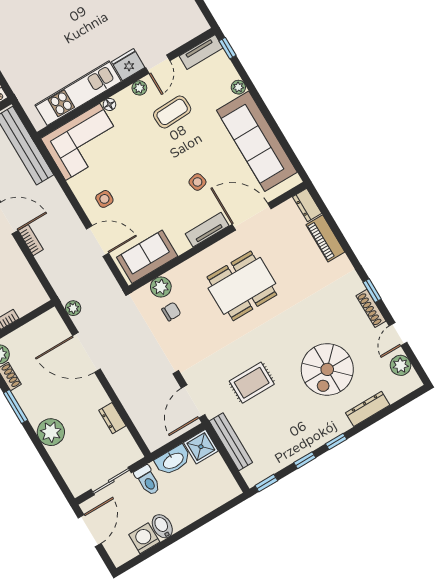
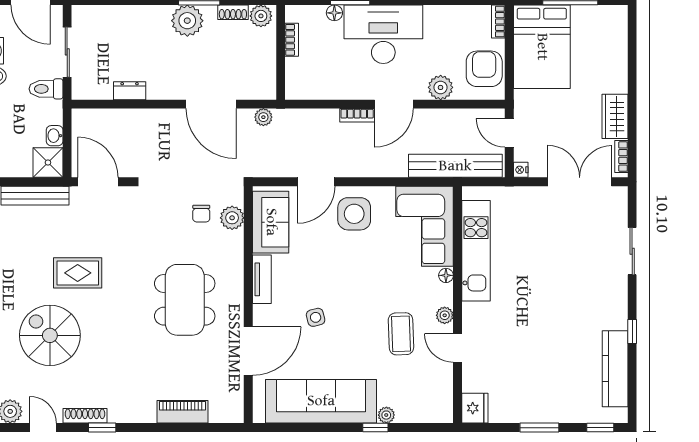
window: (228, 48) -> (375, 428), moved
tv unit: (201, 52) -> (444, 399), removed
fridge: (128, 65) -> (475, 408), moved
side table: (104, 199) -> (354, 214), width x1.87, depth x1.87
dresser: (307, 205) -> (227, 414), removed
tv unit: (207, 230) -> (262, 279), moved
door: (86, 352) -> (211, 104), swing flipped
rug: (252, 383) -> (78, 273), moved, turned 90
plant: (51, 432) -> (187, 21), moved
washbasin: (173, 460) -> (55, 136), width x0.52, depth x0.69

